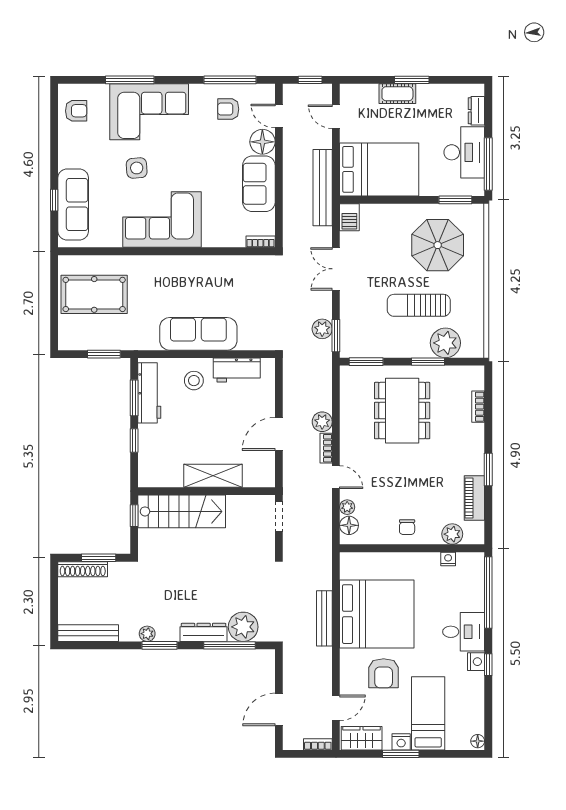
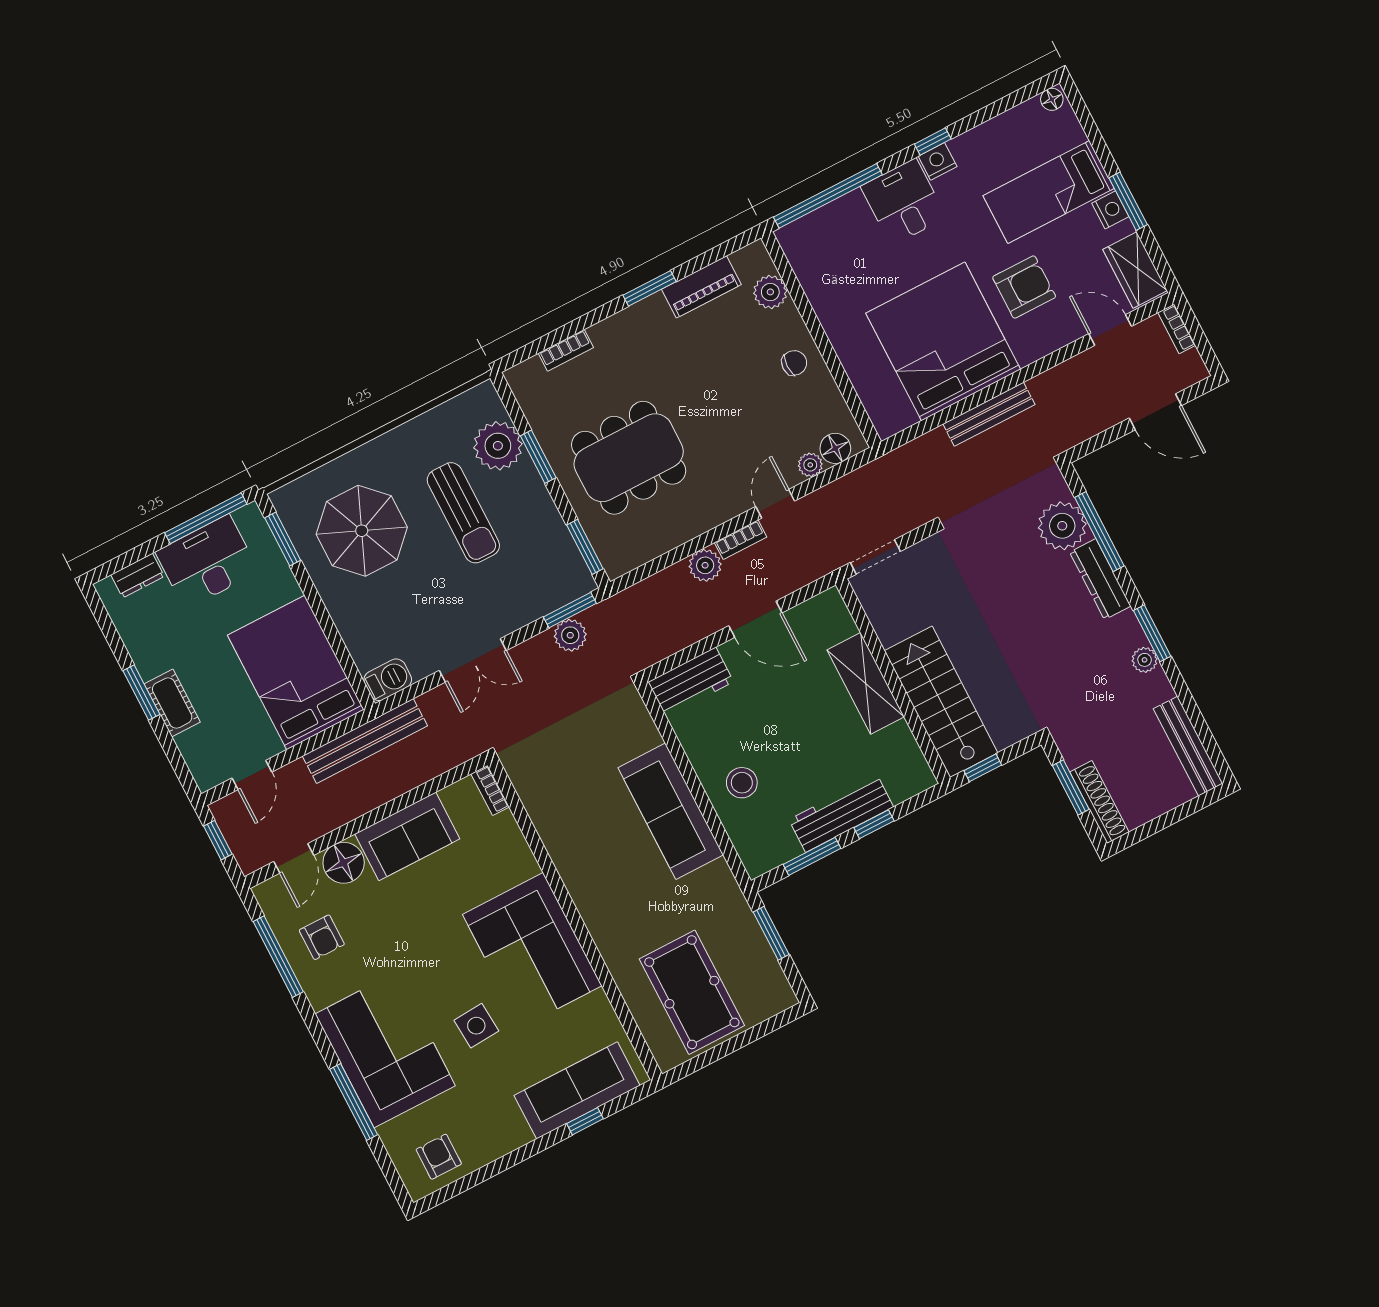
workbench: (237, 370) -> (691, 682), moved, turned 90
workbench: (149, 393) -> (841, 813), moved
nightstand: (448, 559) -> (810, 279), removed

